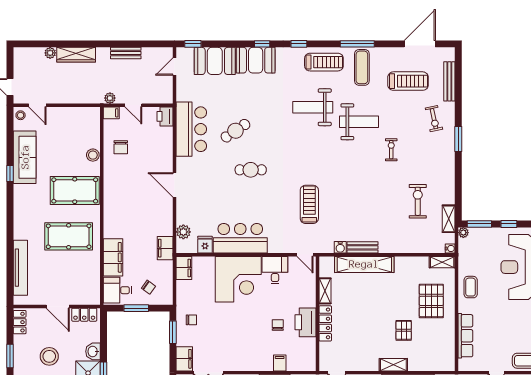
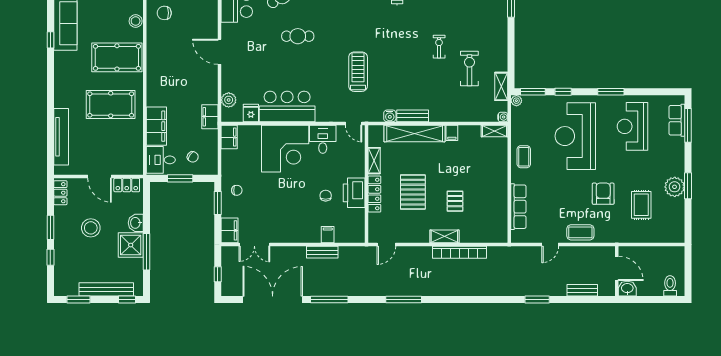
chair: (121, 147) -> (164, 13), turned 90
exercise bike: (391, 150) -> (439, 47), moved
filing cabinet: (401, 264) -> (452, 133), added
pallet: (431, 301) -> (413, 192), moved

